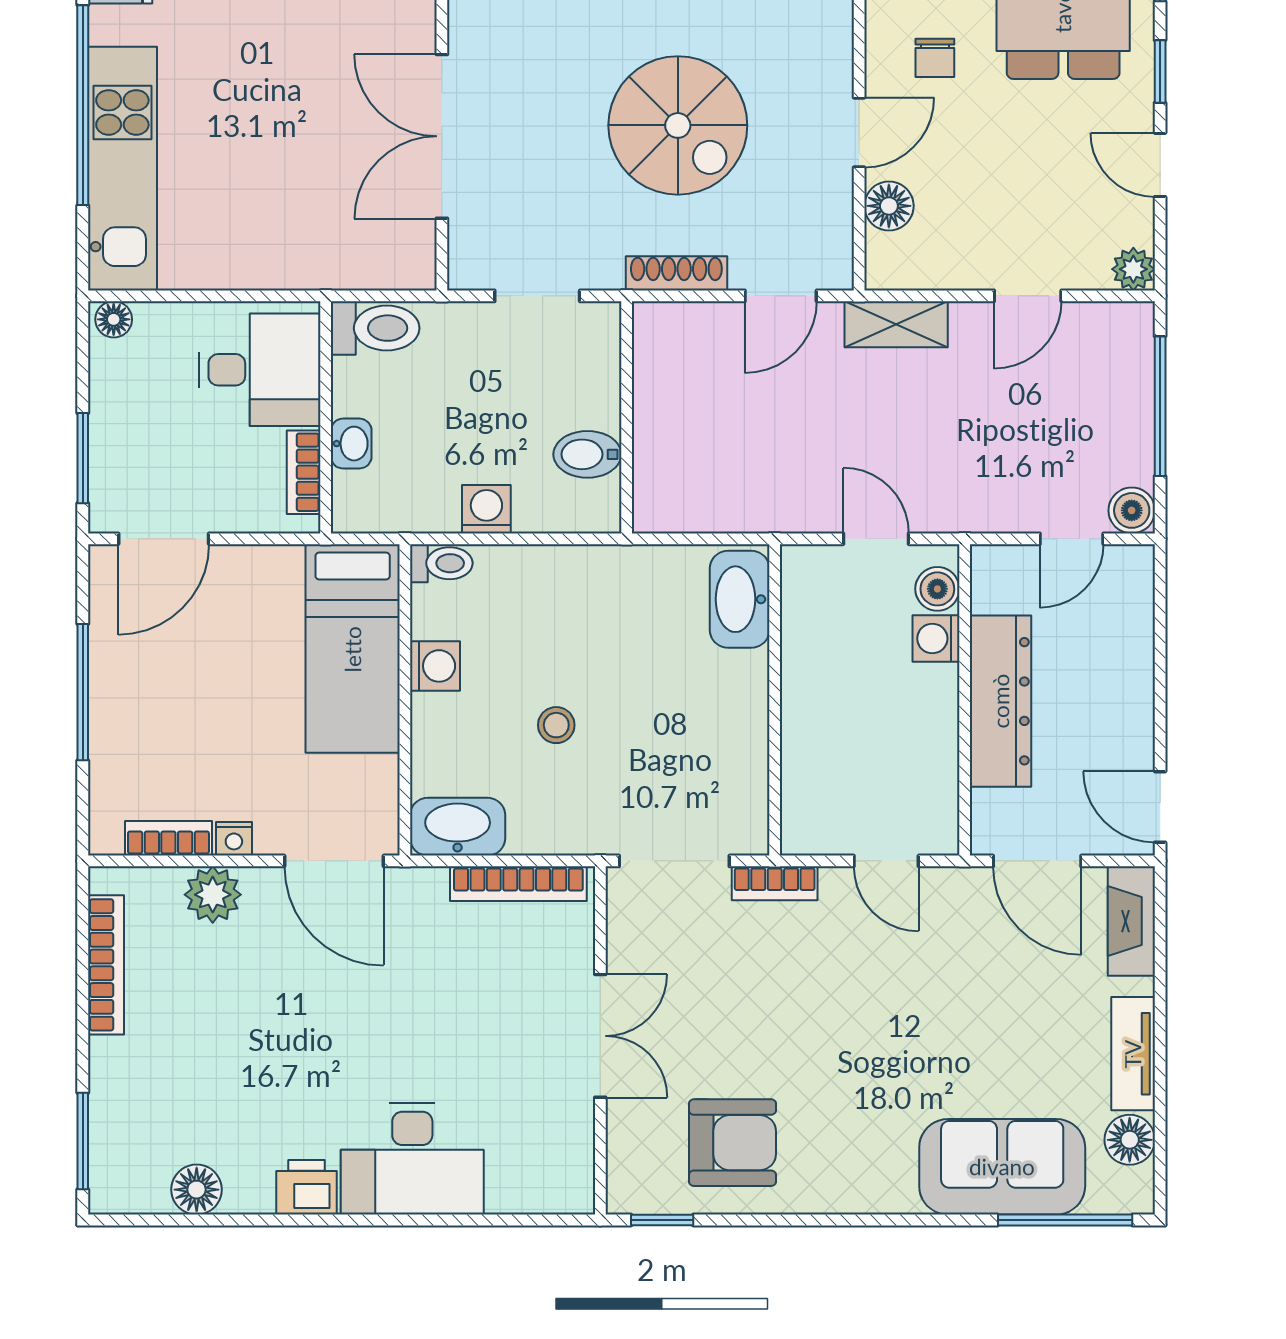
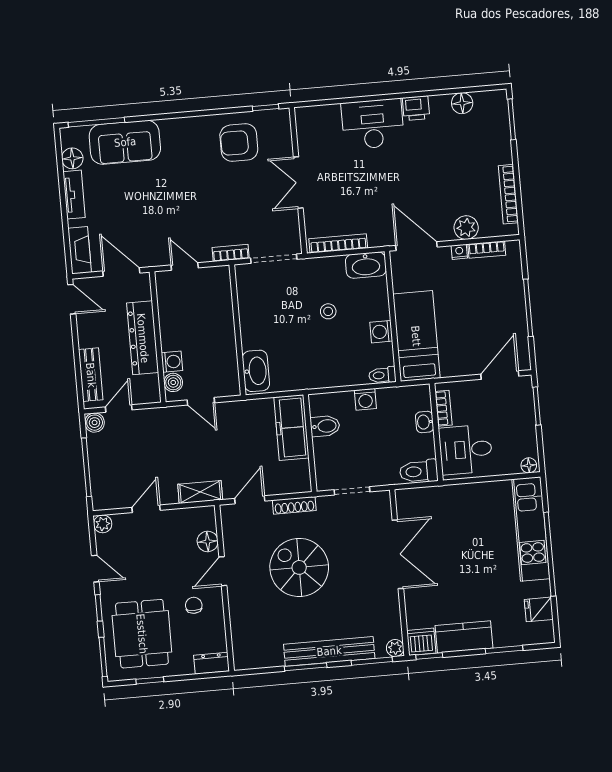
freezer: (667, 458) -> (291, 428), added
bench: (1131, 625) -> (91, 375), added

